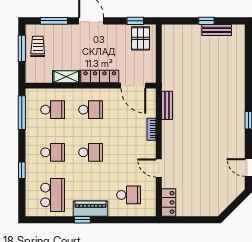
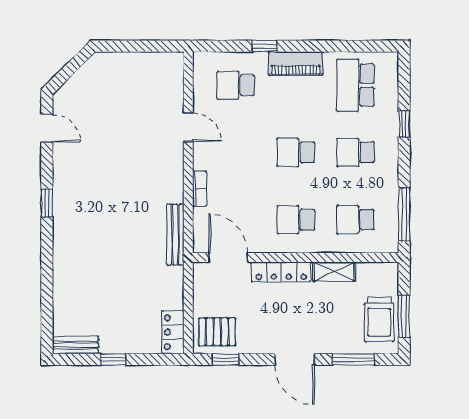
bench: (217, 30) -> (76, 345), moved
pallet: (141, 38) -> (217, 332), turned 90
trolley: (38, 46) -> (379, 319), width x1.36, depth x1.39
bench: (167, 105) -> (175, 235), width x1.36
locker: (169, 202) -> (173, 332), moved
window: (82, 220) -> (264, 46), moved

